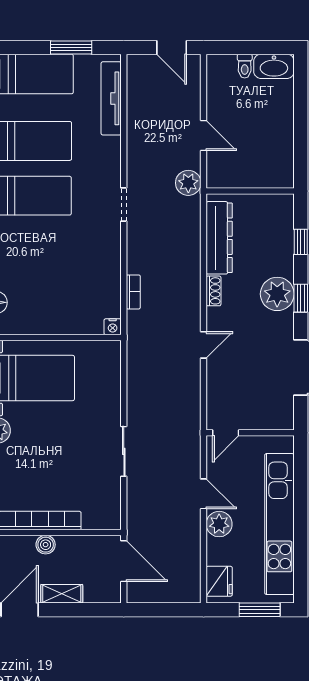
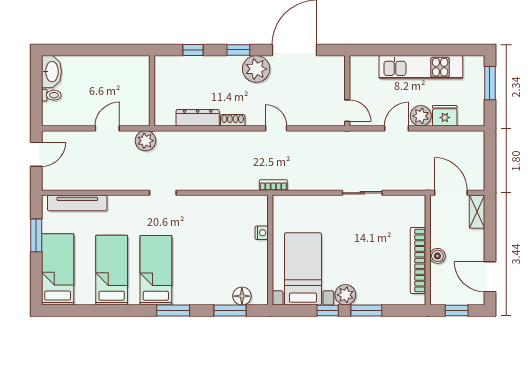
dresser: (219, 238) -> (198, 118), width x0.73, depth x0.80
bookcase: (133, 292) -> (273, 185), moved
plant: (277, 294) -> (256, 69), moved
nightstand: (113, 327) -> (262, 233), moved
kitchen unit: (279, 524) -> (421, 67), width x0.73
door: (124, 561) -> (451, 193), hinge flipped
fridge: (219, 581) -> (445, 116), moved
shelving: (62, 594) -> (477, 212), moved

